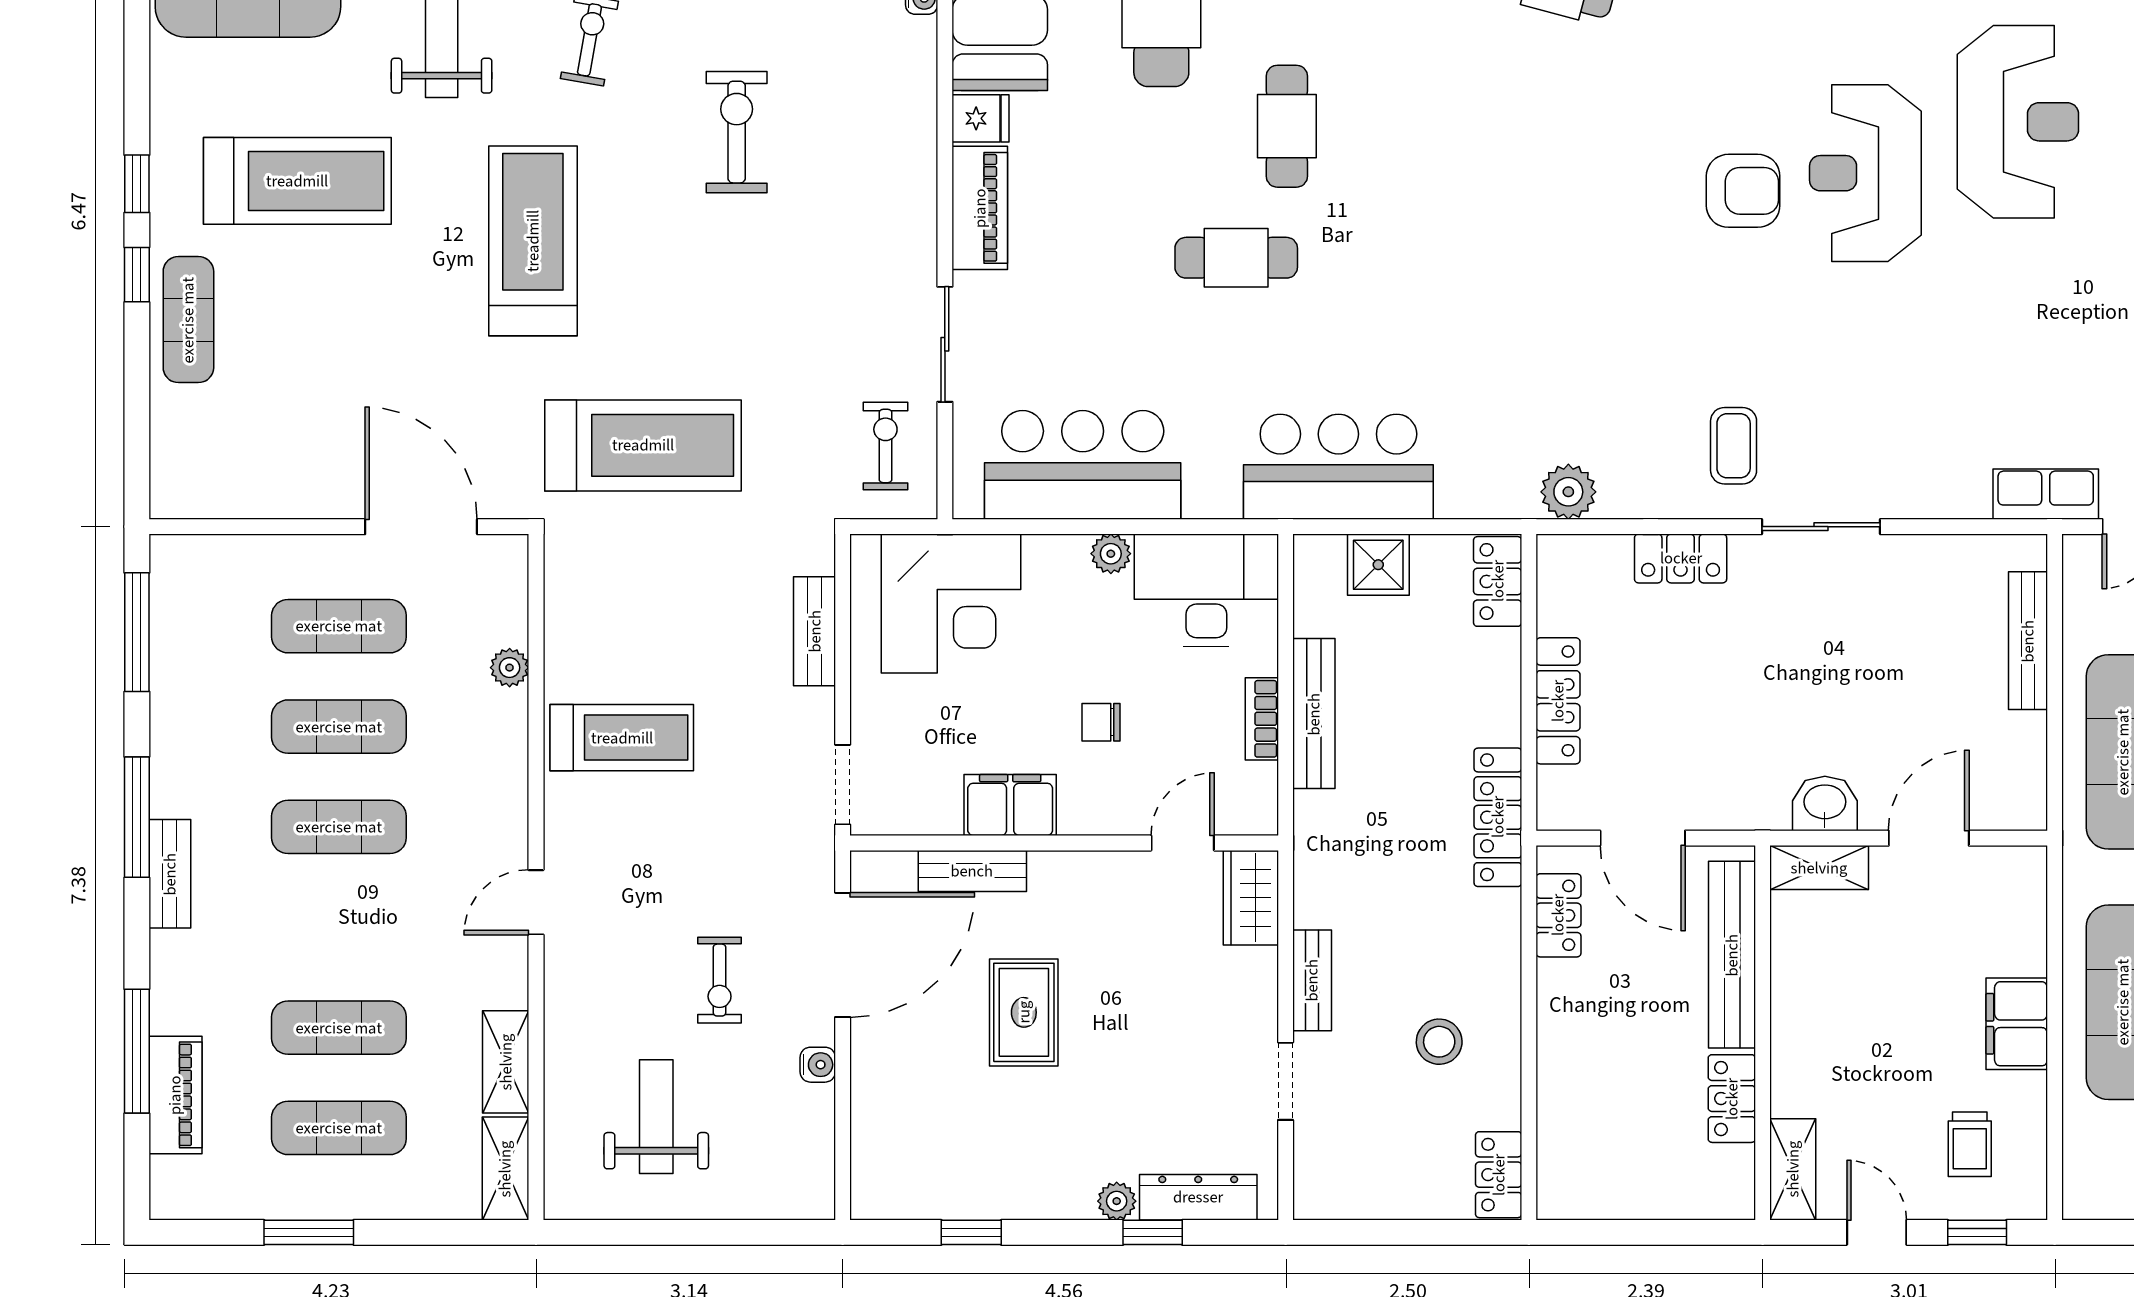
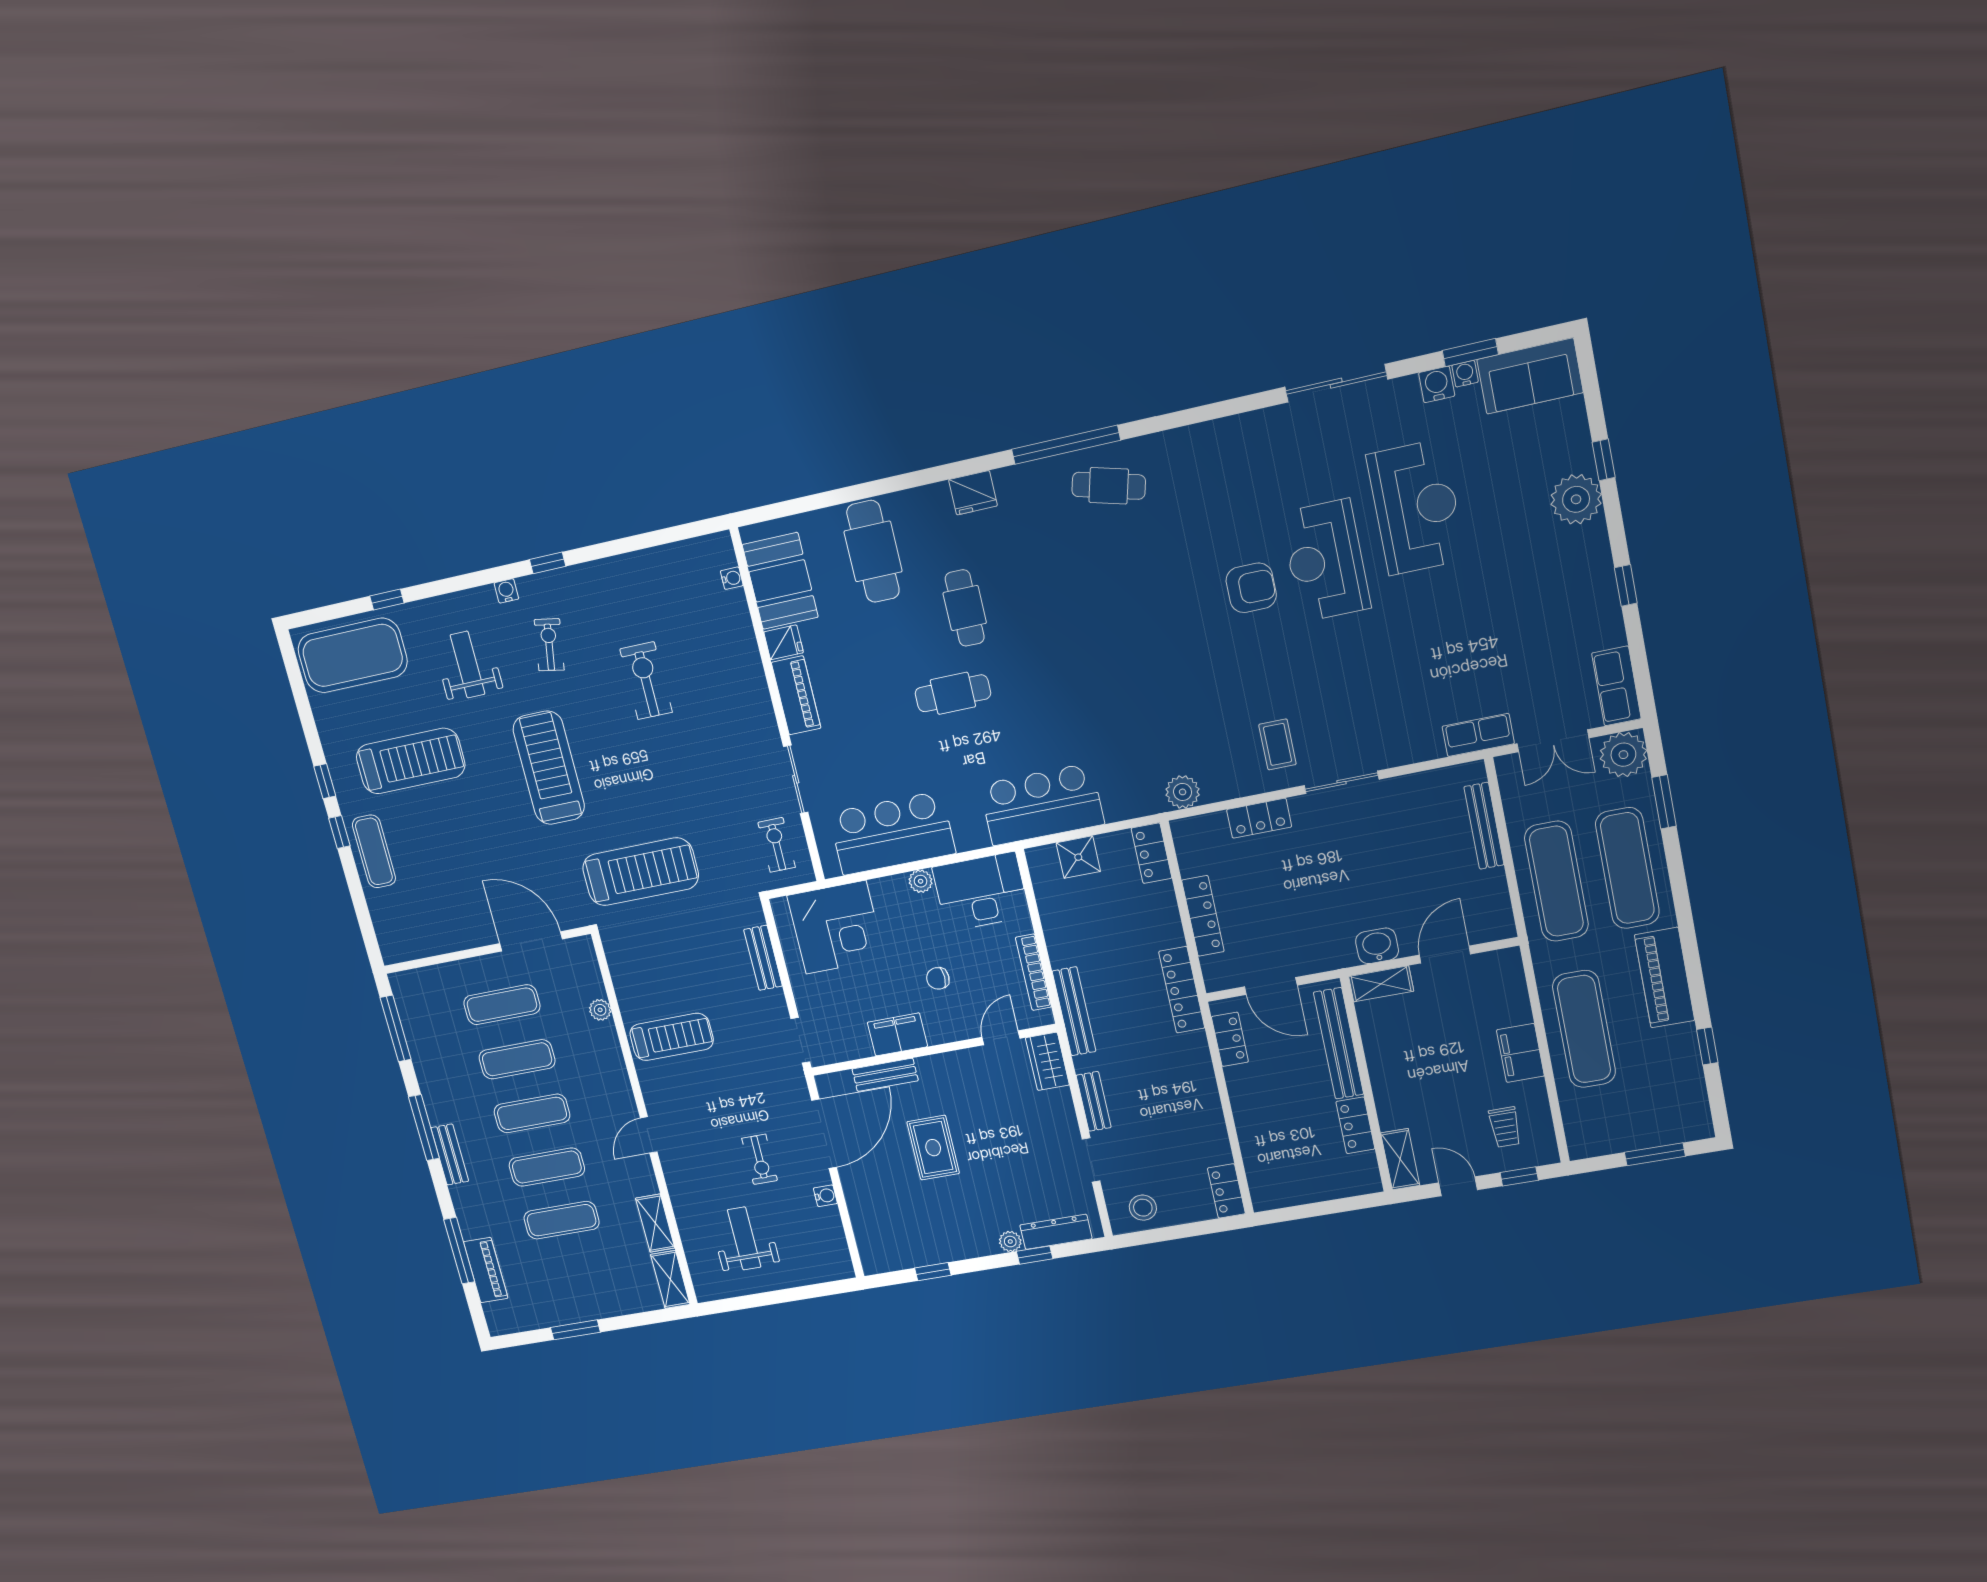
bench: (1314, 714) -> (1074, 1011), moved
bookcase: (1262, 719) -> (1033, 972), width x1.56
stool: (1439, 1042) -> (1143, 1208), moved
exercise mat: (339, 1128) -> (547, 1167), moved

